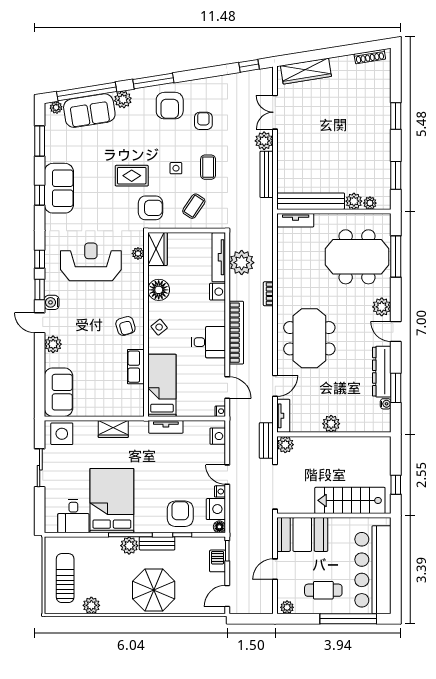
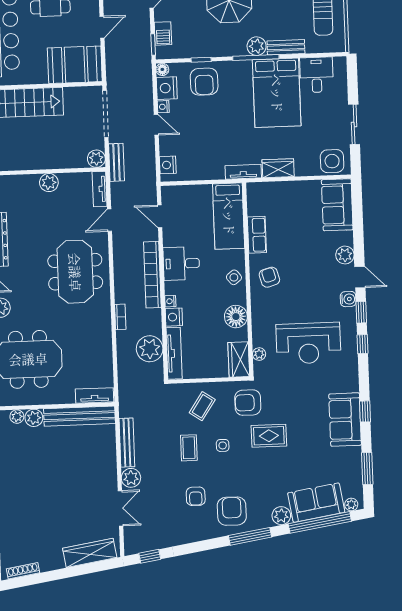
nightstand: (220, 411) -> (170, 301), moved
tv unit: (166, 427) -> (243, 172), moved
bench: (157, 543) -> (286, 47), moved

